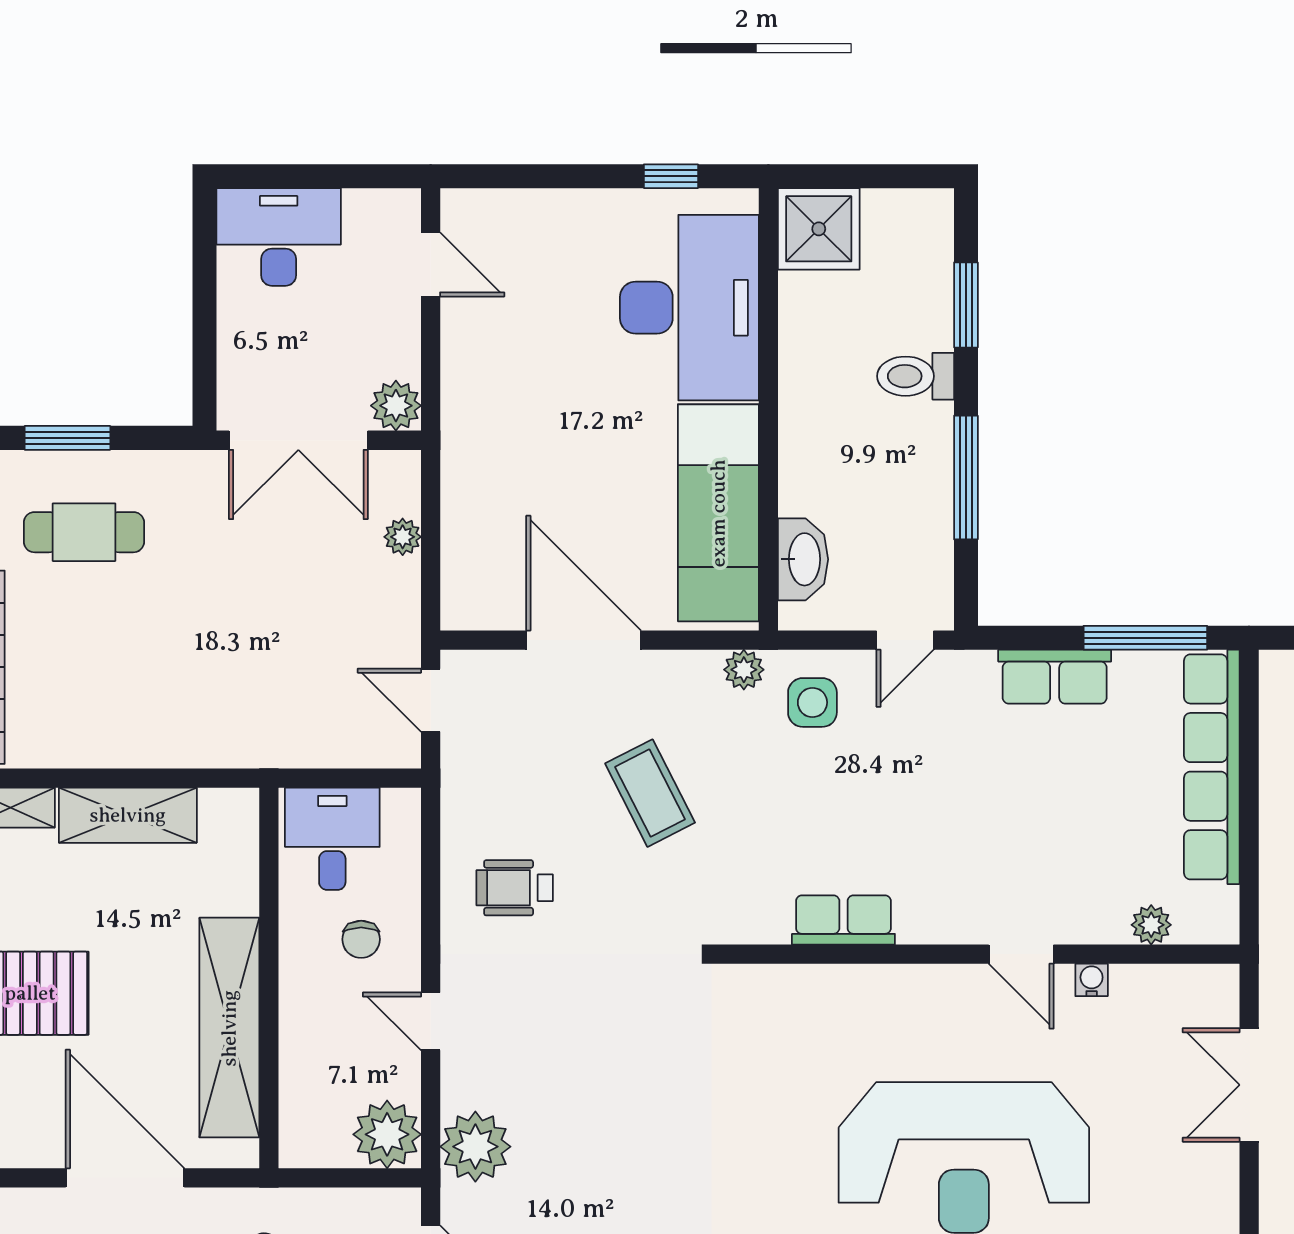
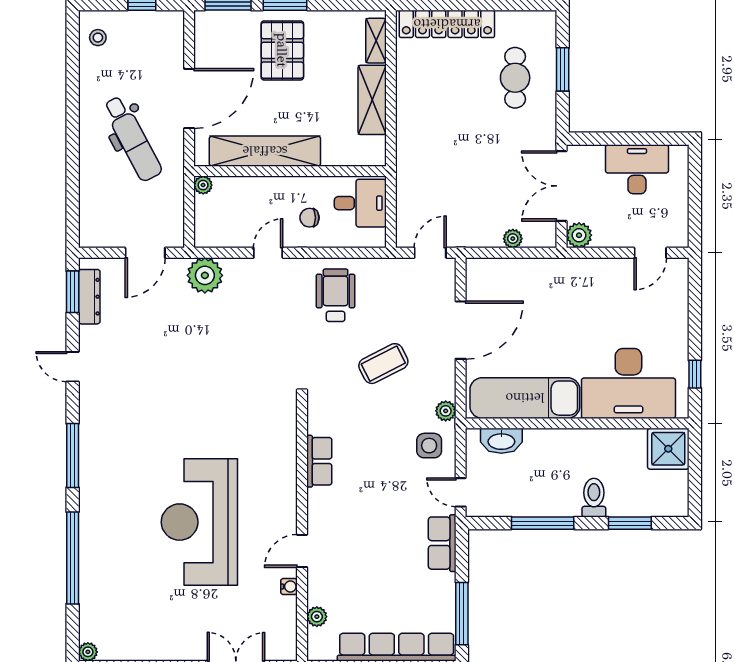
desk: (279, 237) -> (637, 169), moved, turned -90
row of seats: (1055, 677) -> (442, 543), moved
wheelchair: (515, 888) -> (336, 295), width x1.36, depth x1.37
plant: (387, 1134) -> (203, 185), moved, width x0.53, depth x0.53

